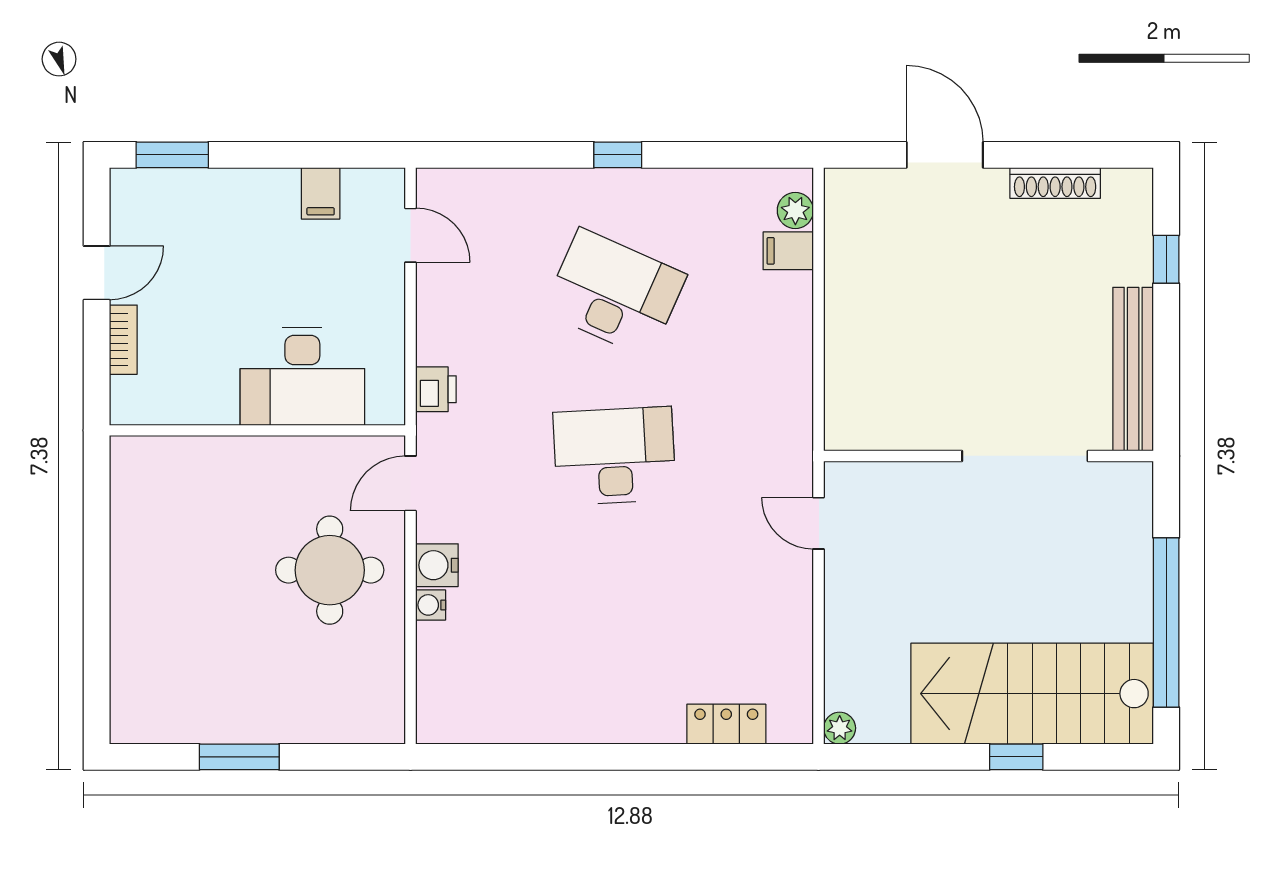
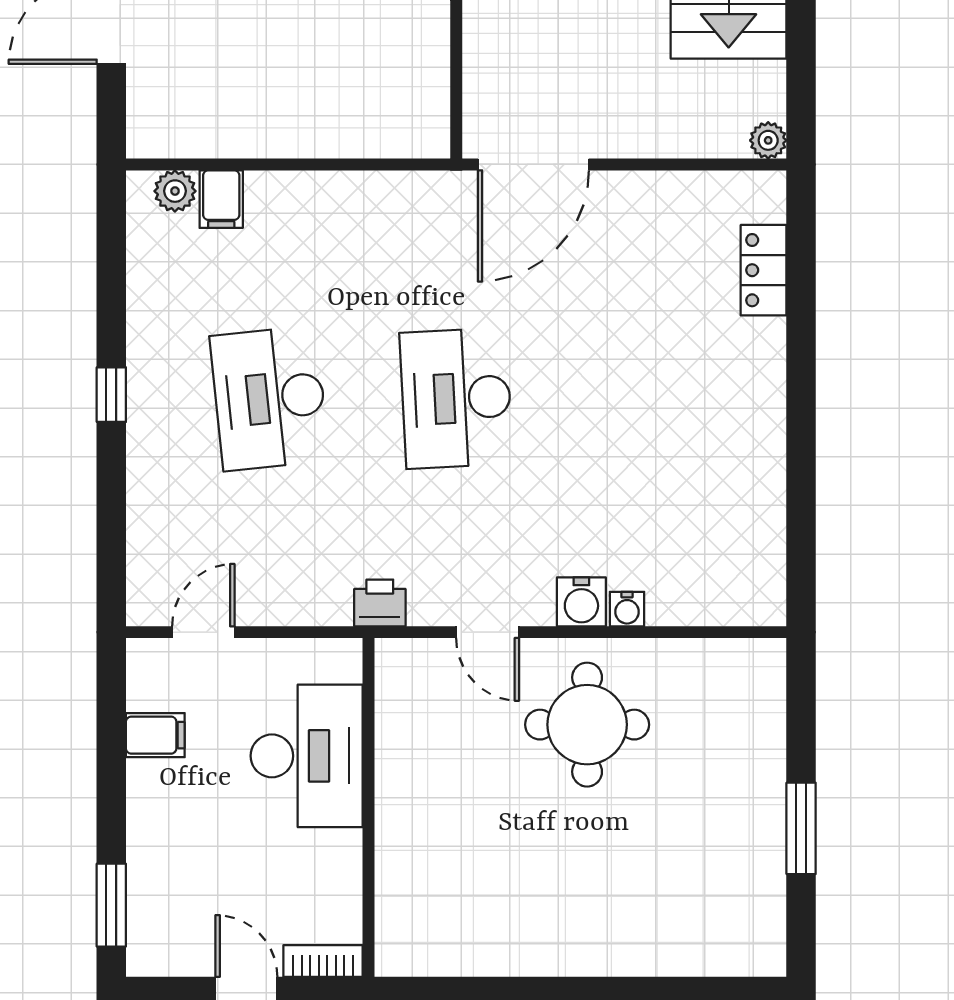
desk: (614, 293) -> (270, 398), turned -30
desk: (302, 376) -> (307, 756), moved
wall: (257, 430) -> (369, 807), moved
door: (819, 523) -> (533, 164), width x1.87

